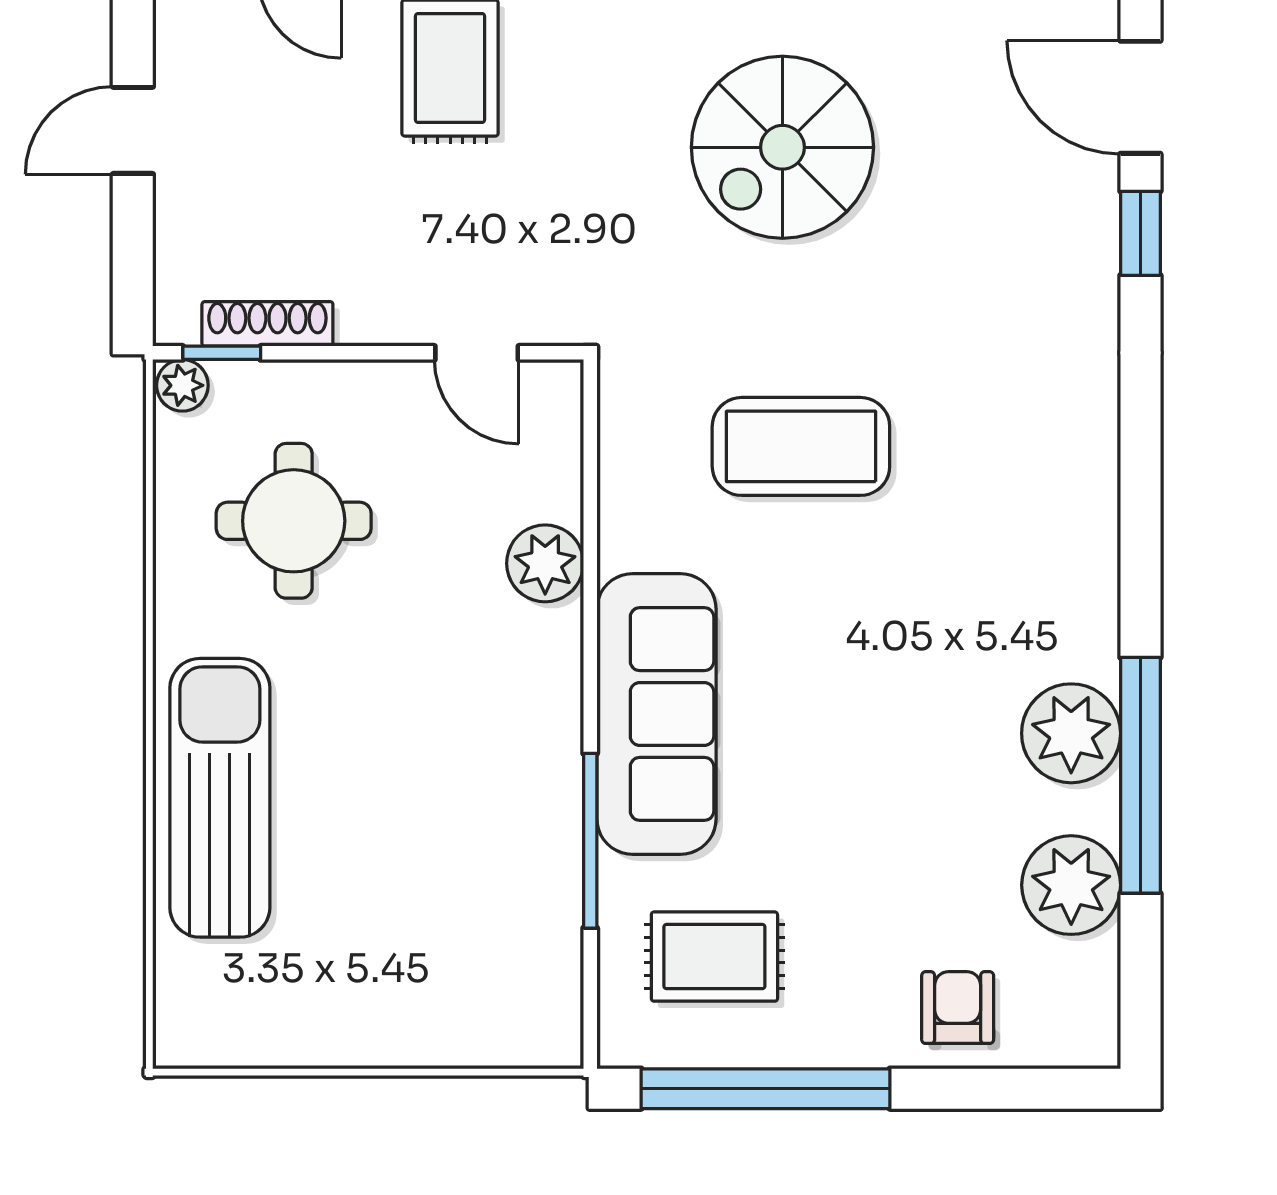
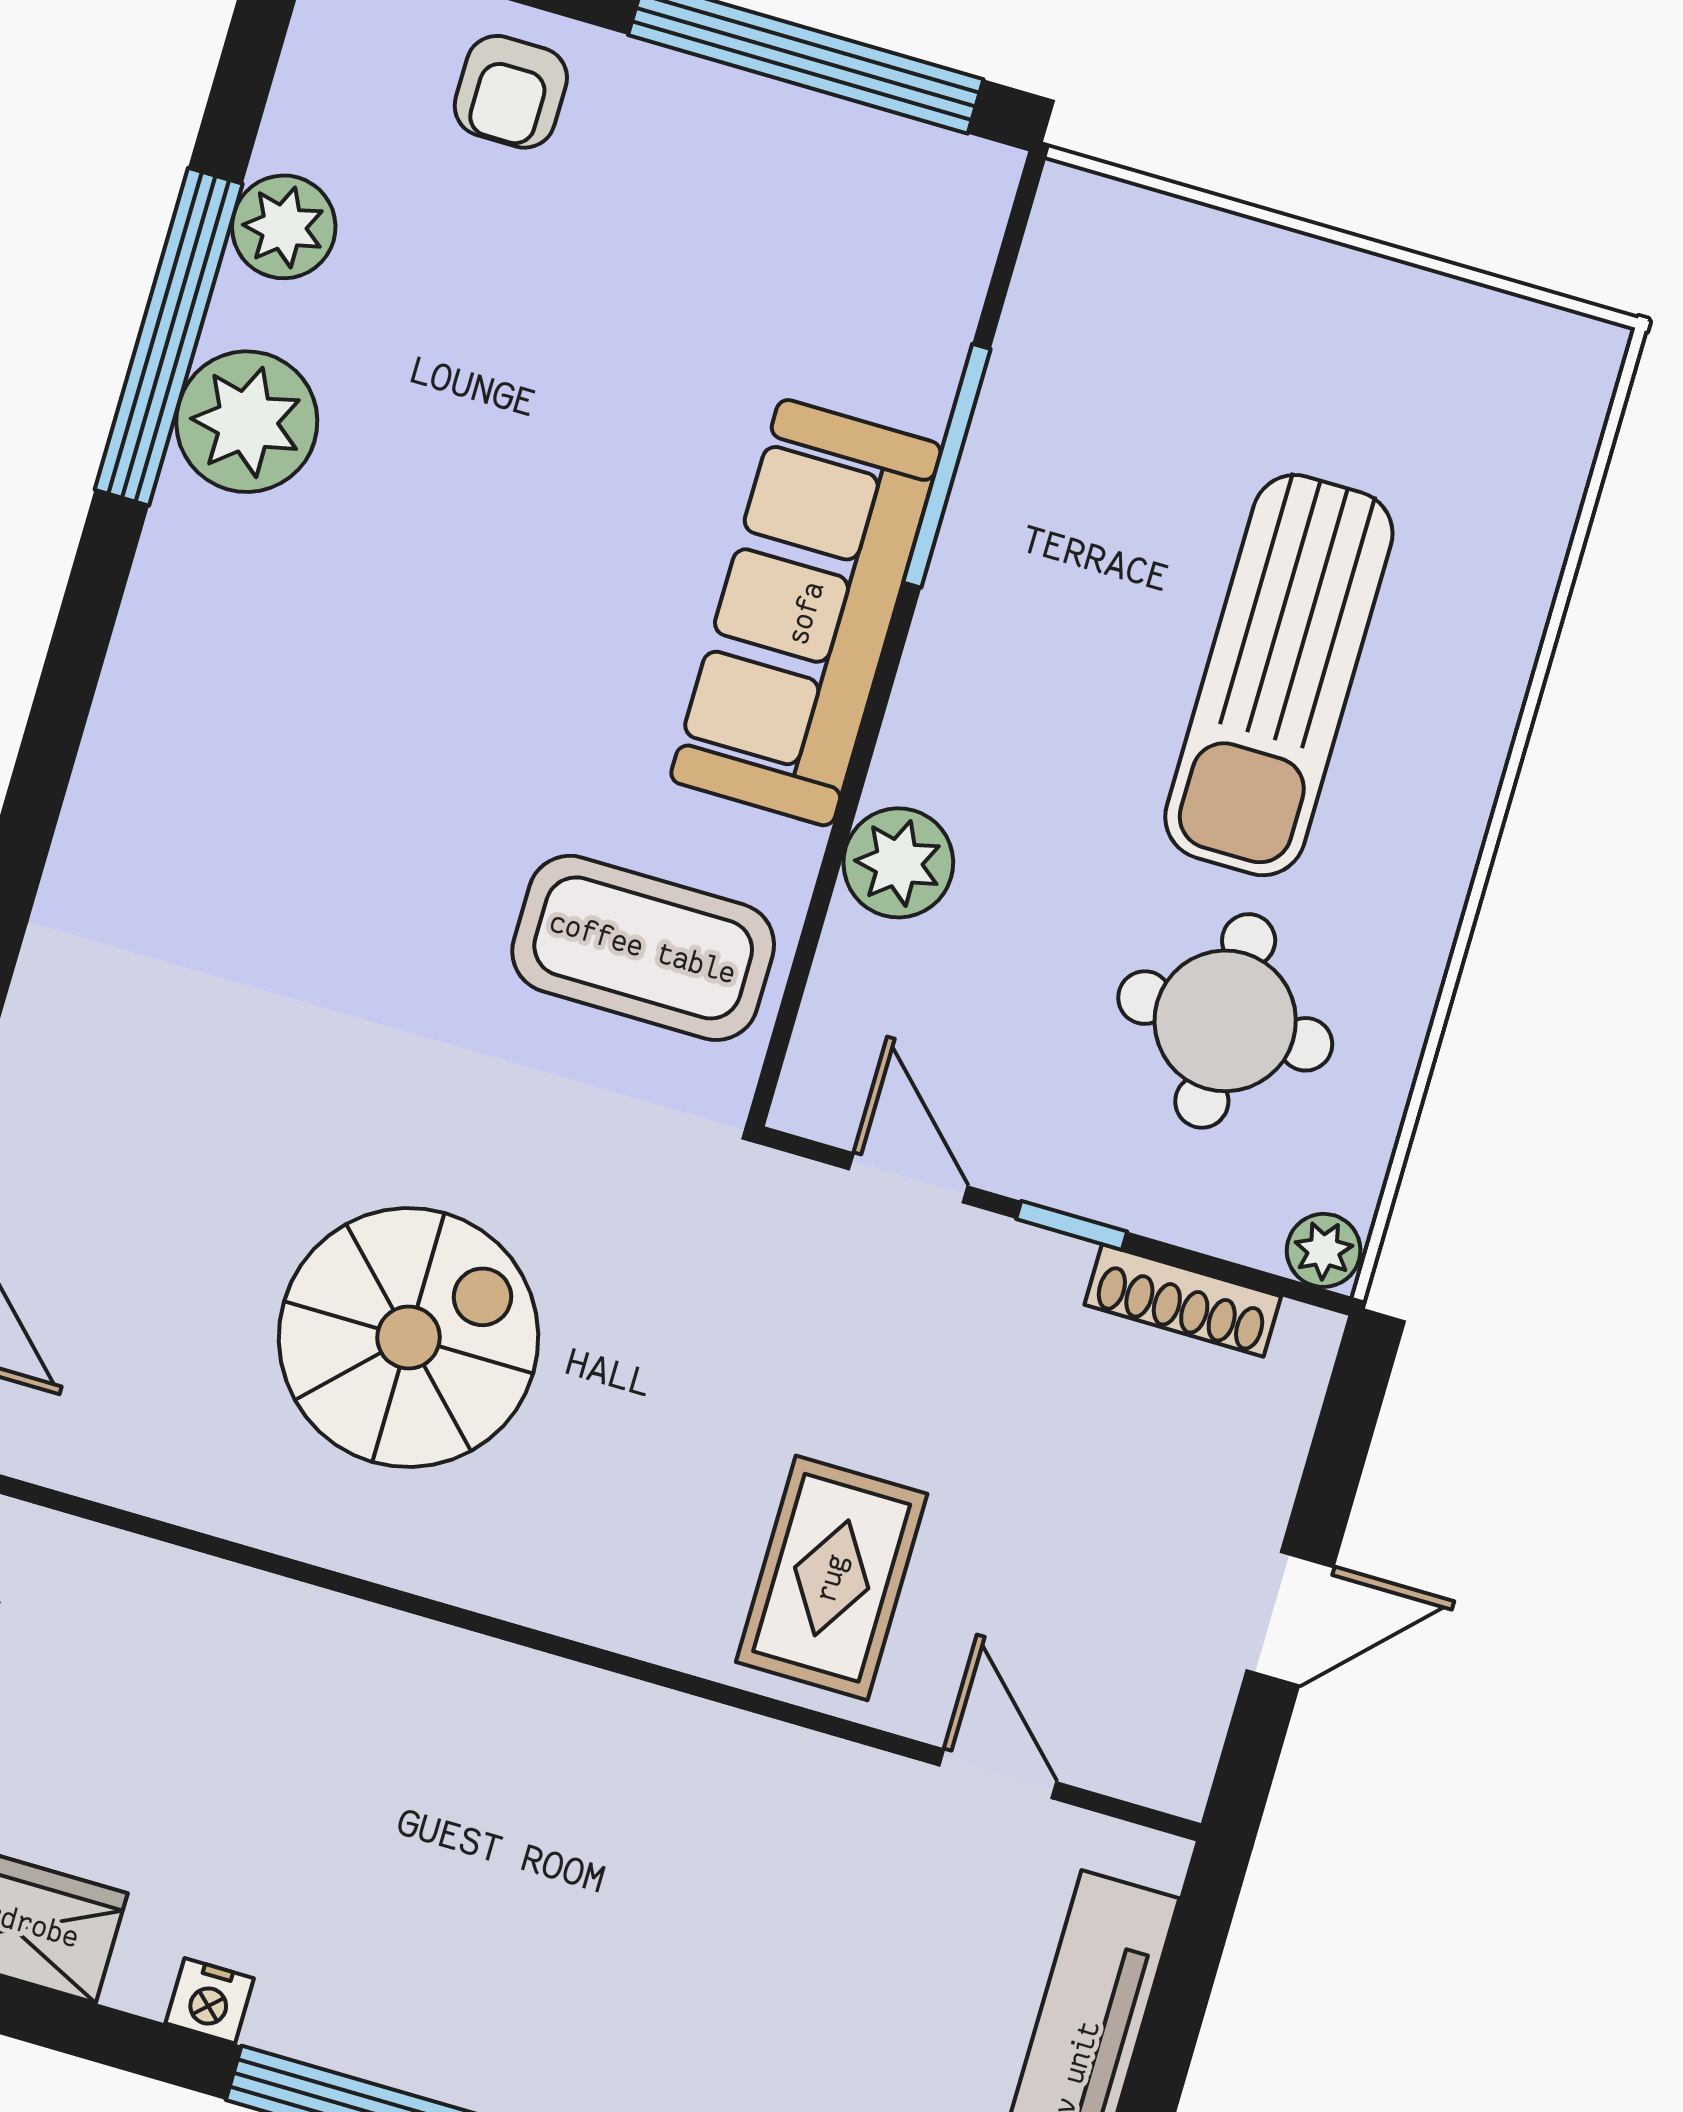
window: (222, 353) -> (1072, 1225), moved
coffee table: (801, 446) -> (643, 948), moved
sun lounger: (220, 798) -> (1279, 675), moved
plant: (1071, 885) -> (284, 227), width x0.73, depth x0.73
rug: (714, 957) -> (823, 258), removed

